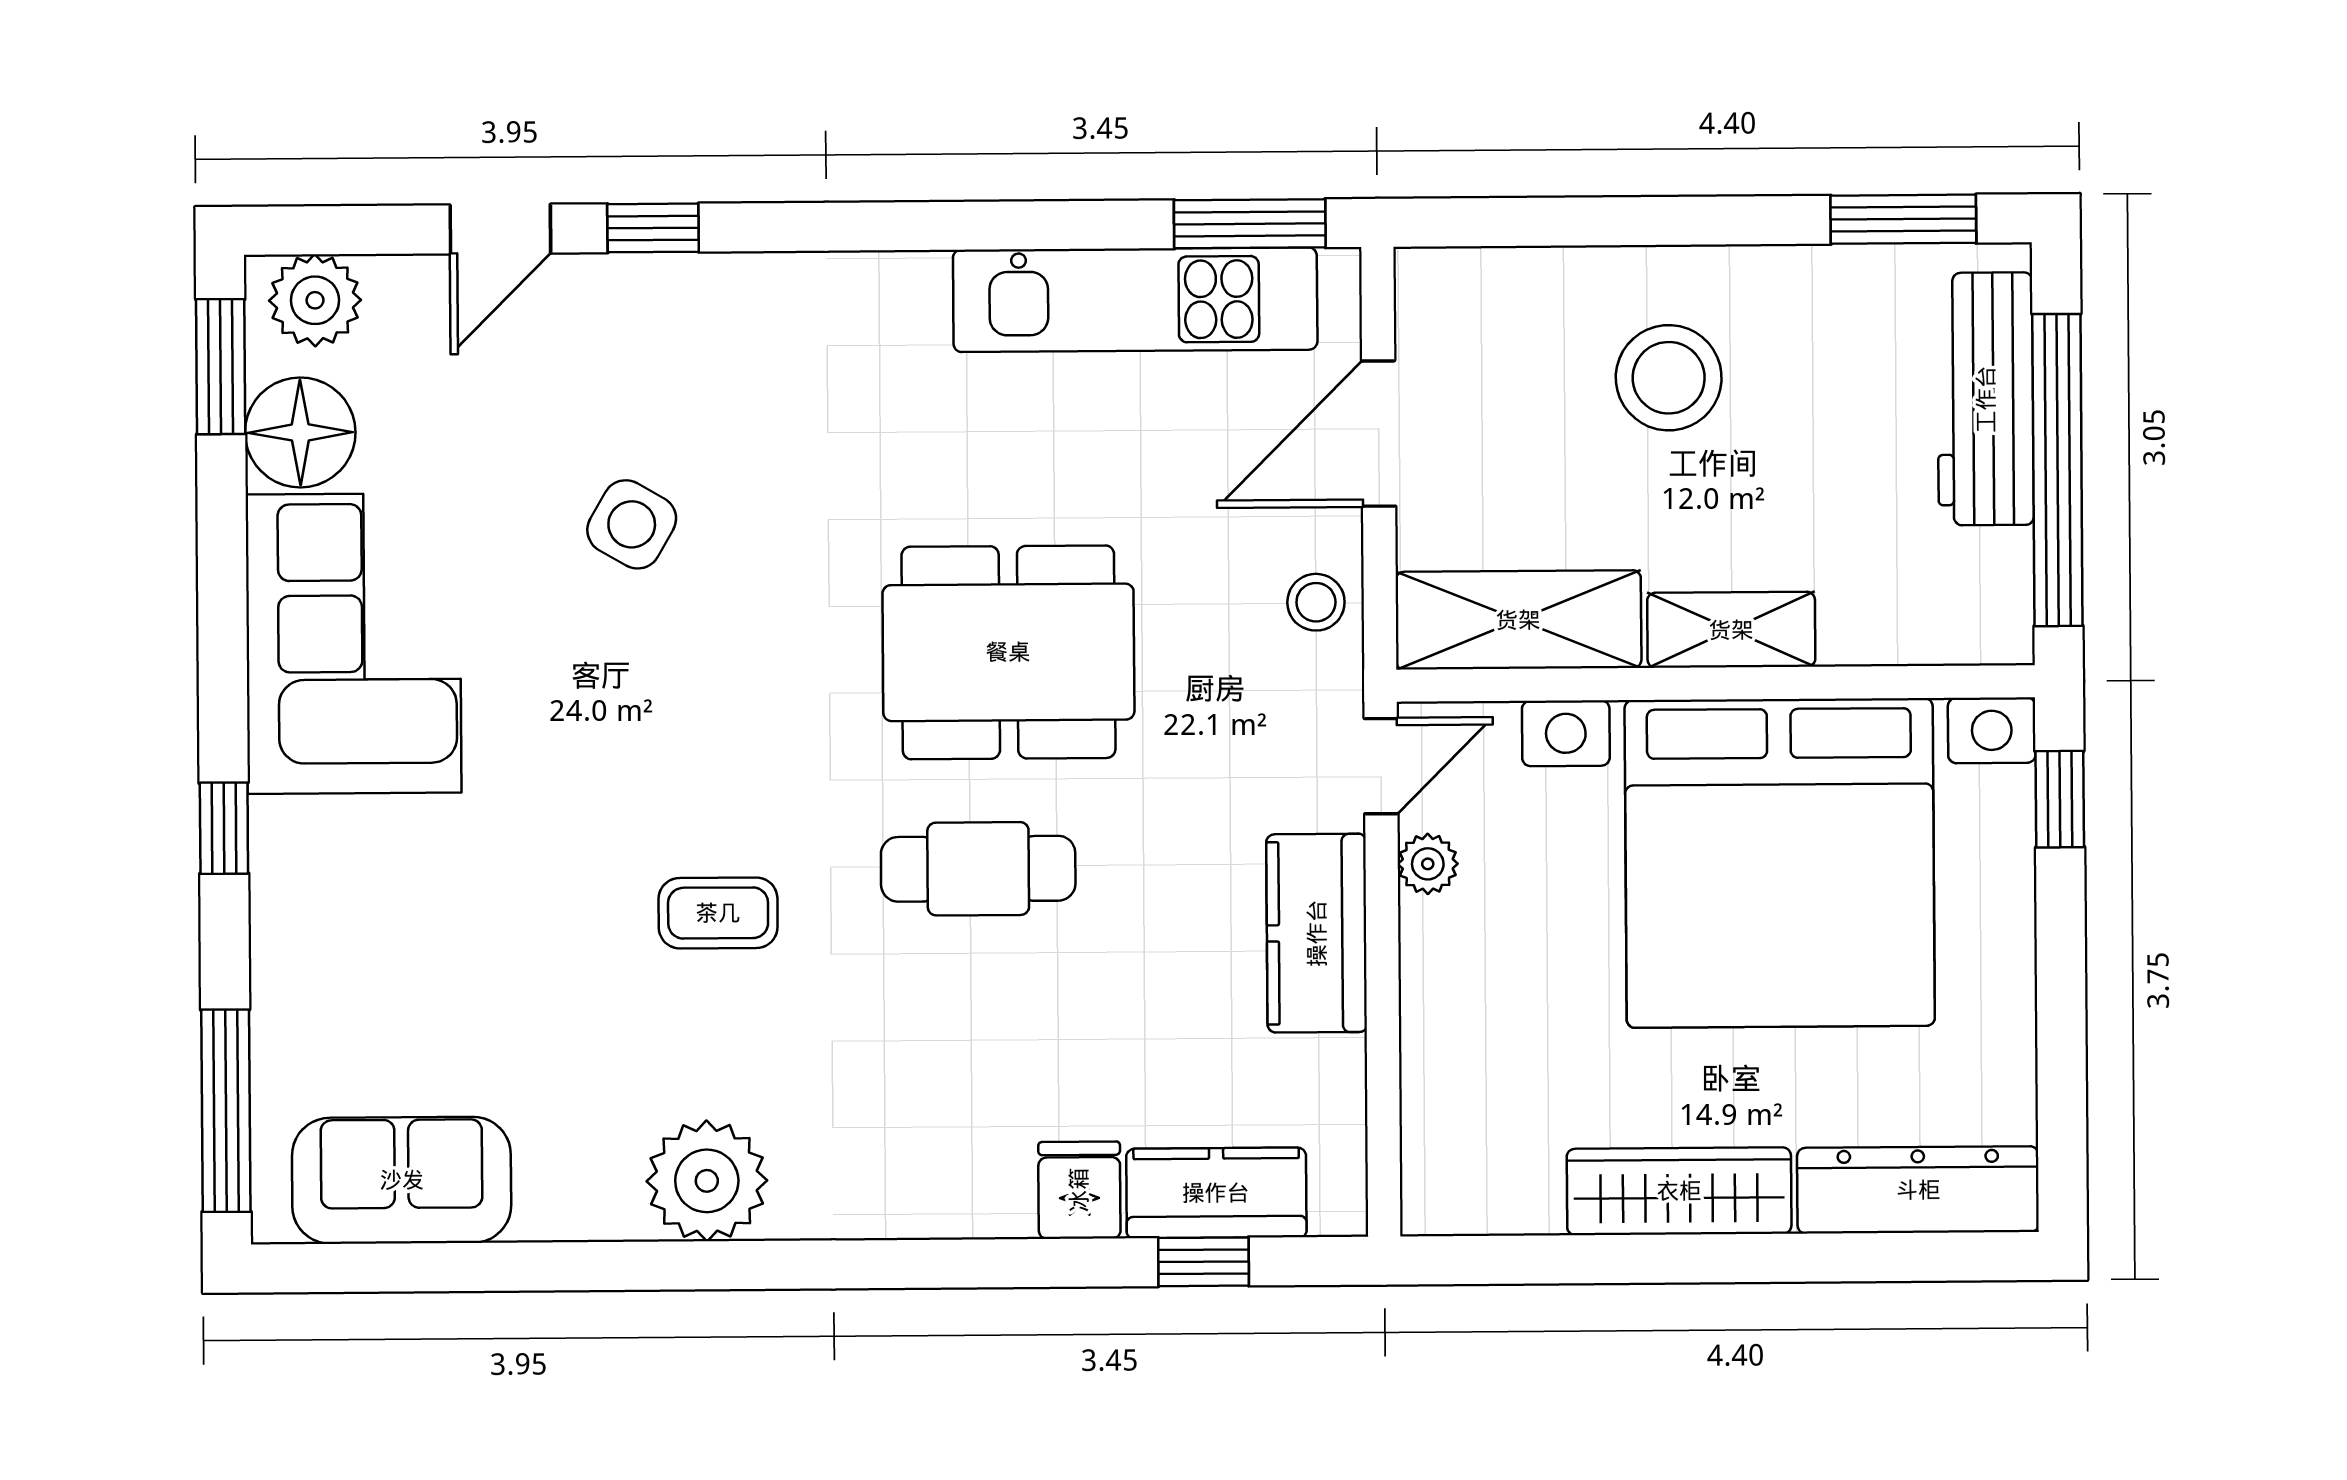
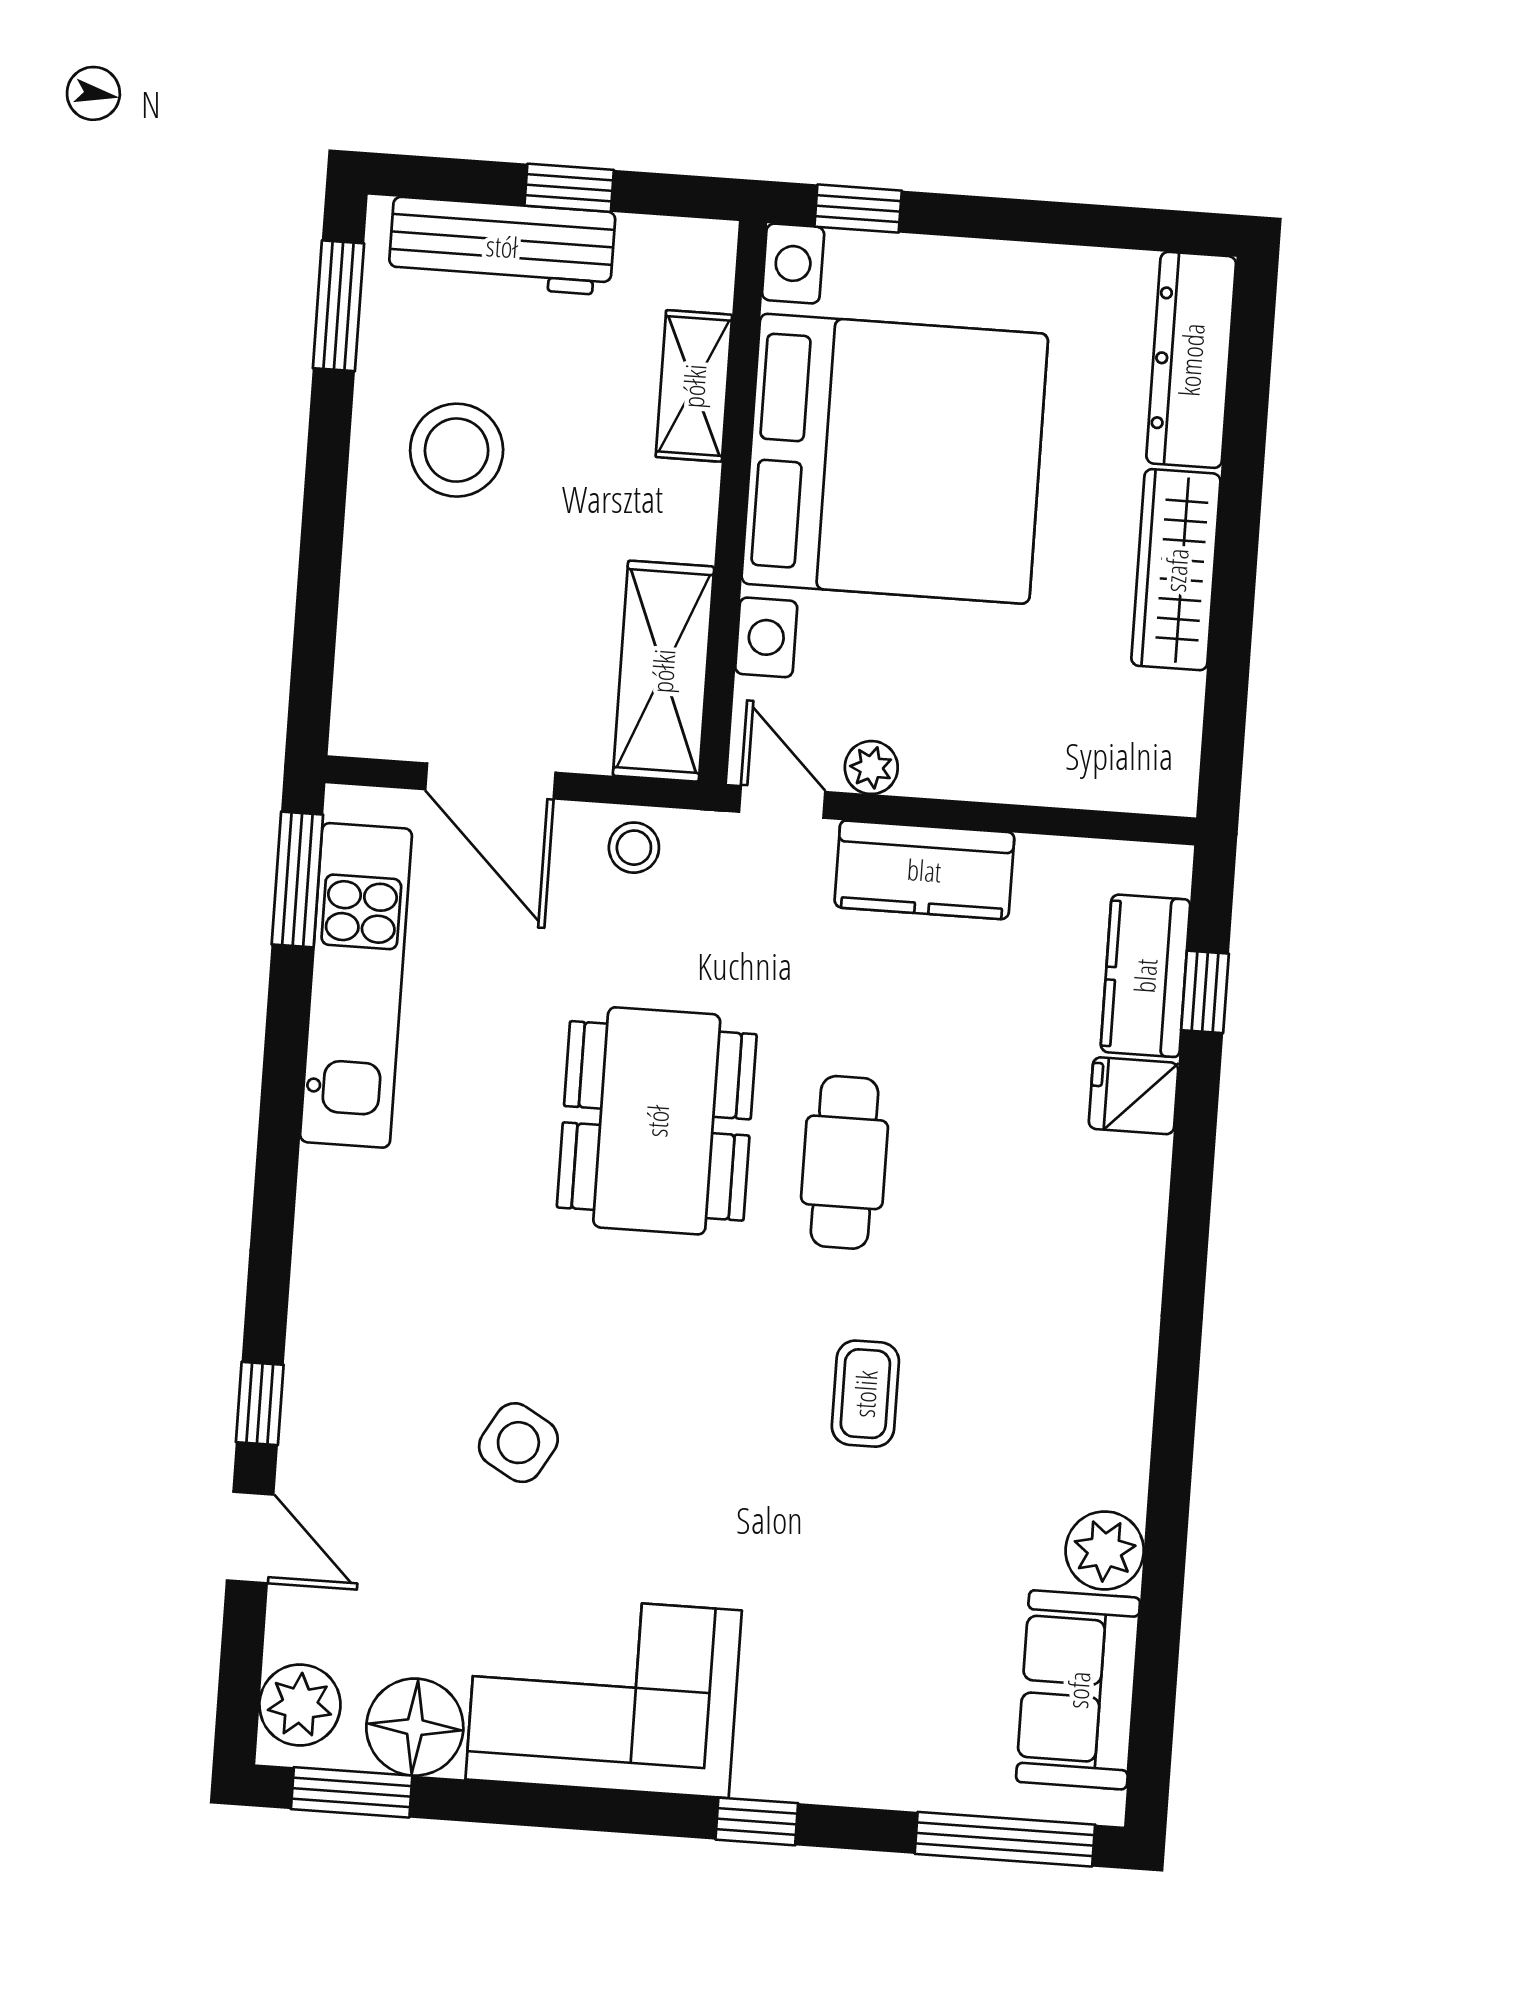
stool: (1669, 378) -> (457, 450), moved
window: (2057, 470) -> (569, 188), width x0.32
shelving: (1731, 630) -> (694, 386), moved
plant: (707, 1181) -> (1105, 1550), moved, width x0.73, depth x0.73

